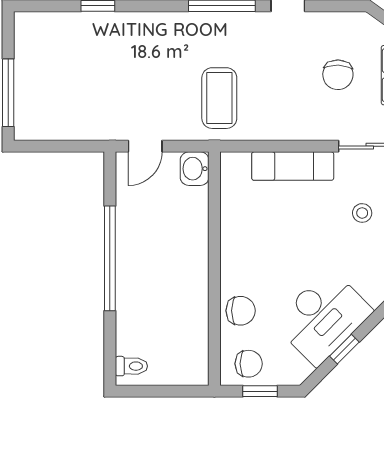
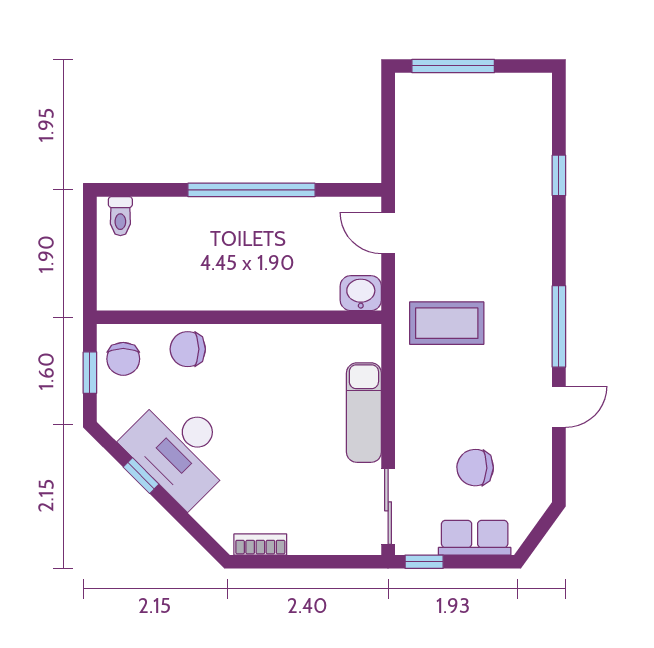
stool: (362, 213) -> (307, 497), removed
chair: (241, 311) -> (188, 349), turned 90

